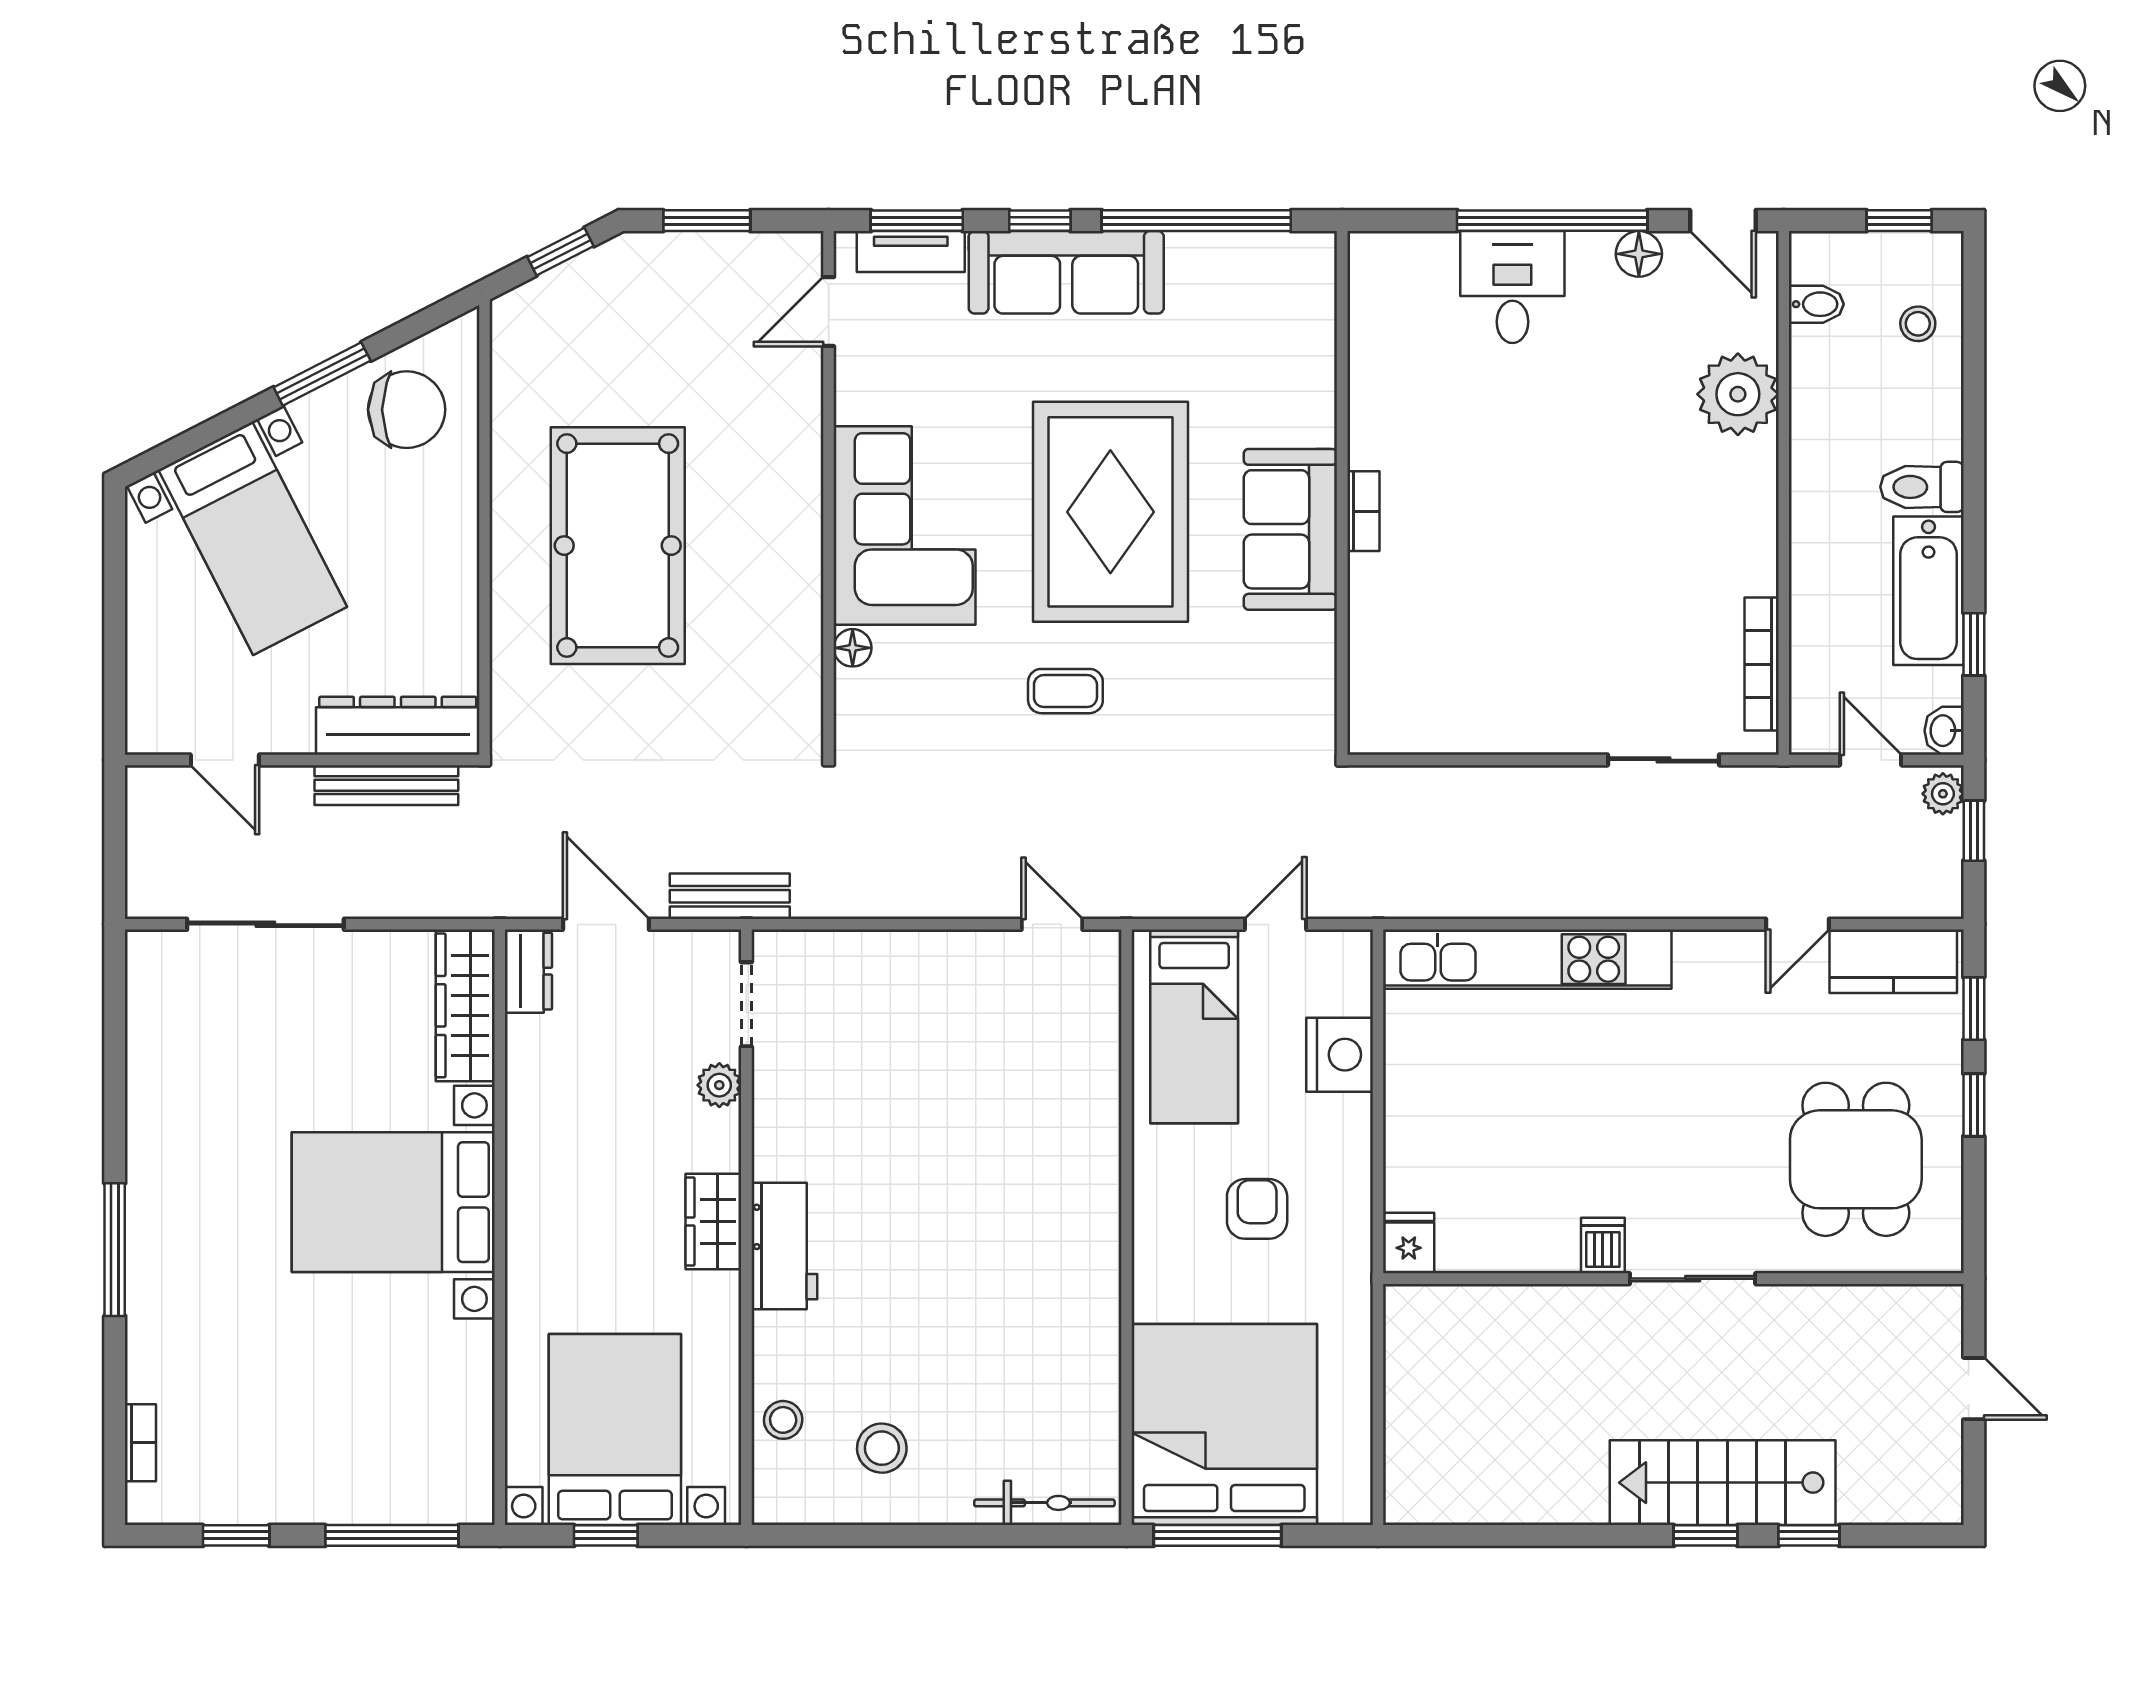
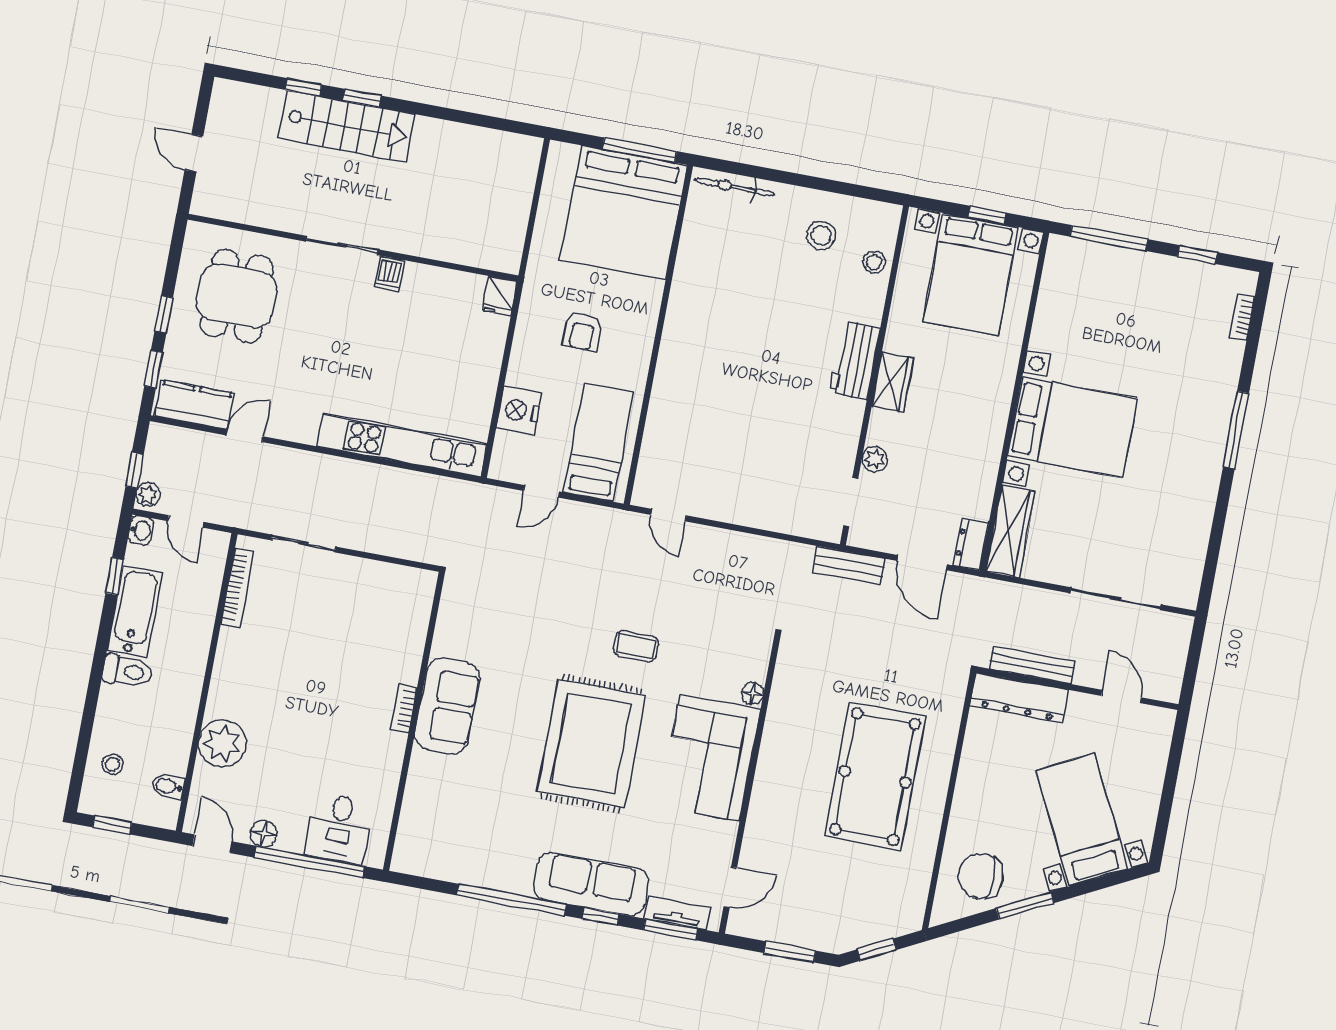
wall: (1342, 493) -> (414, 721), moved
bookcase: (1363, 511) -> (404, 709), moved
sofa: (1290, 529) -> (447, 706), moved

